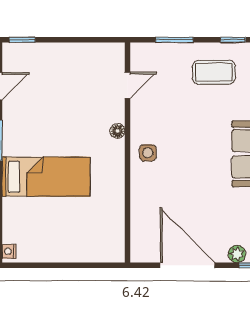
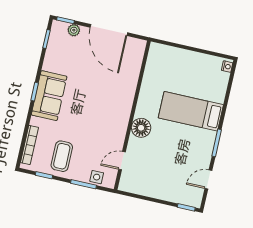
coffee table: (214, 72) -> (62, 156), turned 90
floor lamp: (118, 131) -> (141, 128), width x1.89, depth x1.89
side table: (148, 153) -> (97, 177), moved

